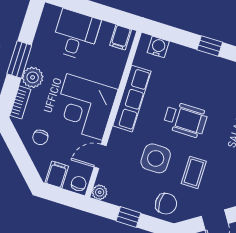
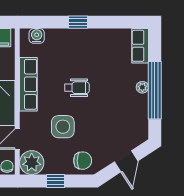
wheelchair: (185, 119) -> (77, 88), width x0.73, depth x0.73
coffee table: (194, 172) -> (97, 128), removed
plant: (100, 192) -> (32, 163), width x1.88, depth x1.88

